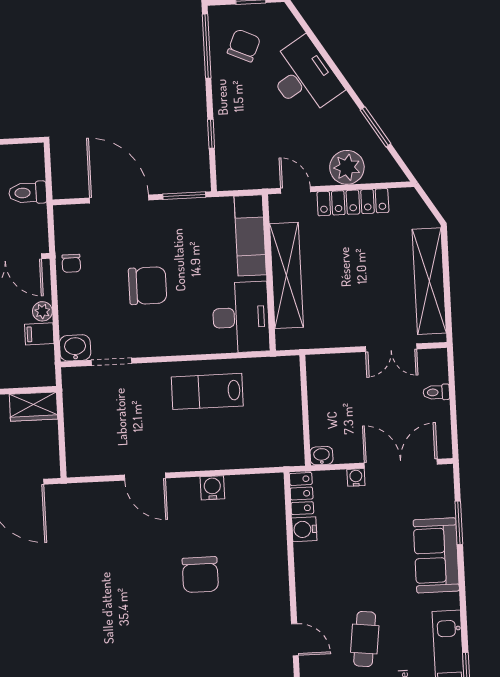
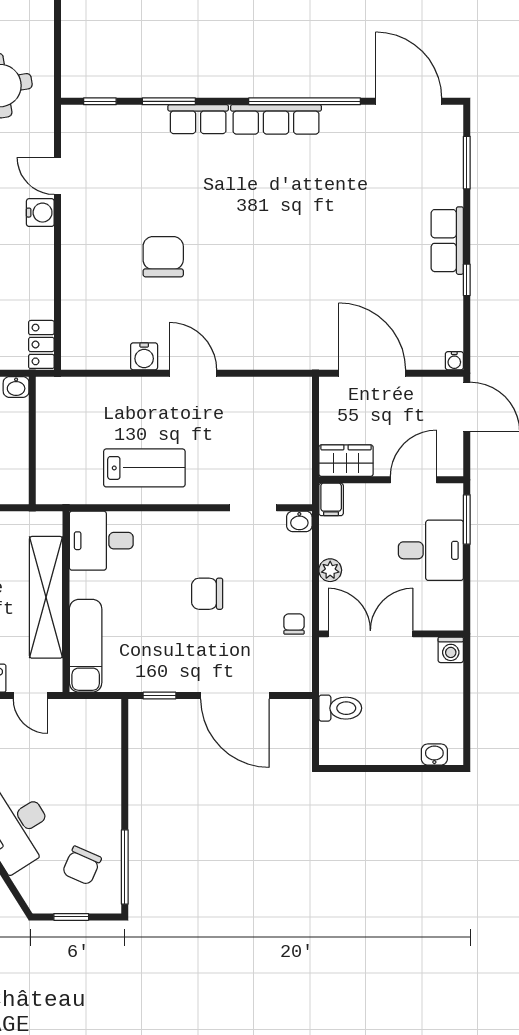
window: (211, 134) -> (125, 766), removed
window: (184, 196) -> (159, 696), width x0.67
chair: (148, 286) -> (207, 594), width x0.73, depth x0.73
desk: (241, 317) -> (101, 541), width x0.73
filing cabinet: (39, 334) -> (331, 499), moved, turned 90
washbasin: (75, 348) -> (299, 521), width x0.72, depth x0.69
door: (145, 477) -> (193, 373), moved
water cooler: (304, 529) -> (40, 213), moved

